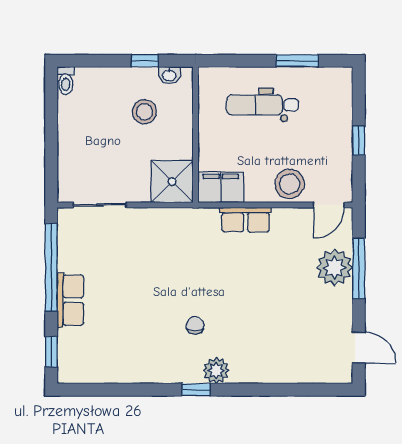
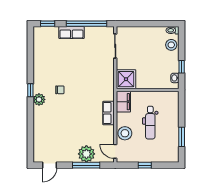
dental chair: (262, 105) -> (150, 123), moved, turned 180
stool: (144, 112) -> (171, 45), moved

